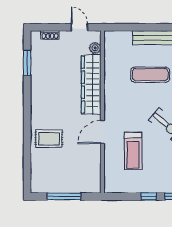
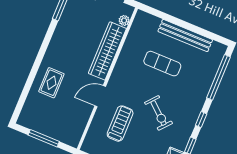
rug: (49, 139) -> (51, 83), turned 90
treadmill: (133, 151) -> (120, 124), turned 180

